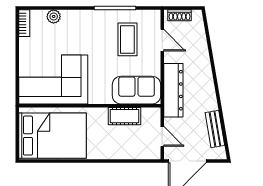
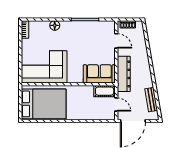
plant: (54, 16) -> (44, 25), removed
floor lamp: (69, 17) -> (55, 25), added
coffee table: (127, 39) -> (93, 40), removed
cot: (124, 116) -> (105, 91), moved

